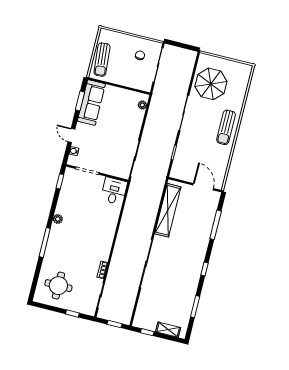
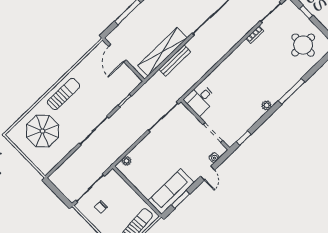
parasol: (211, 84) -> (43, 131), moved
bench: (154, 209) -> (175, 60), added

